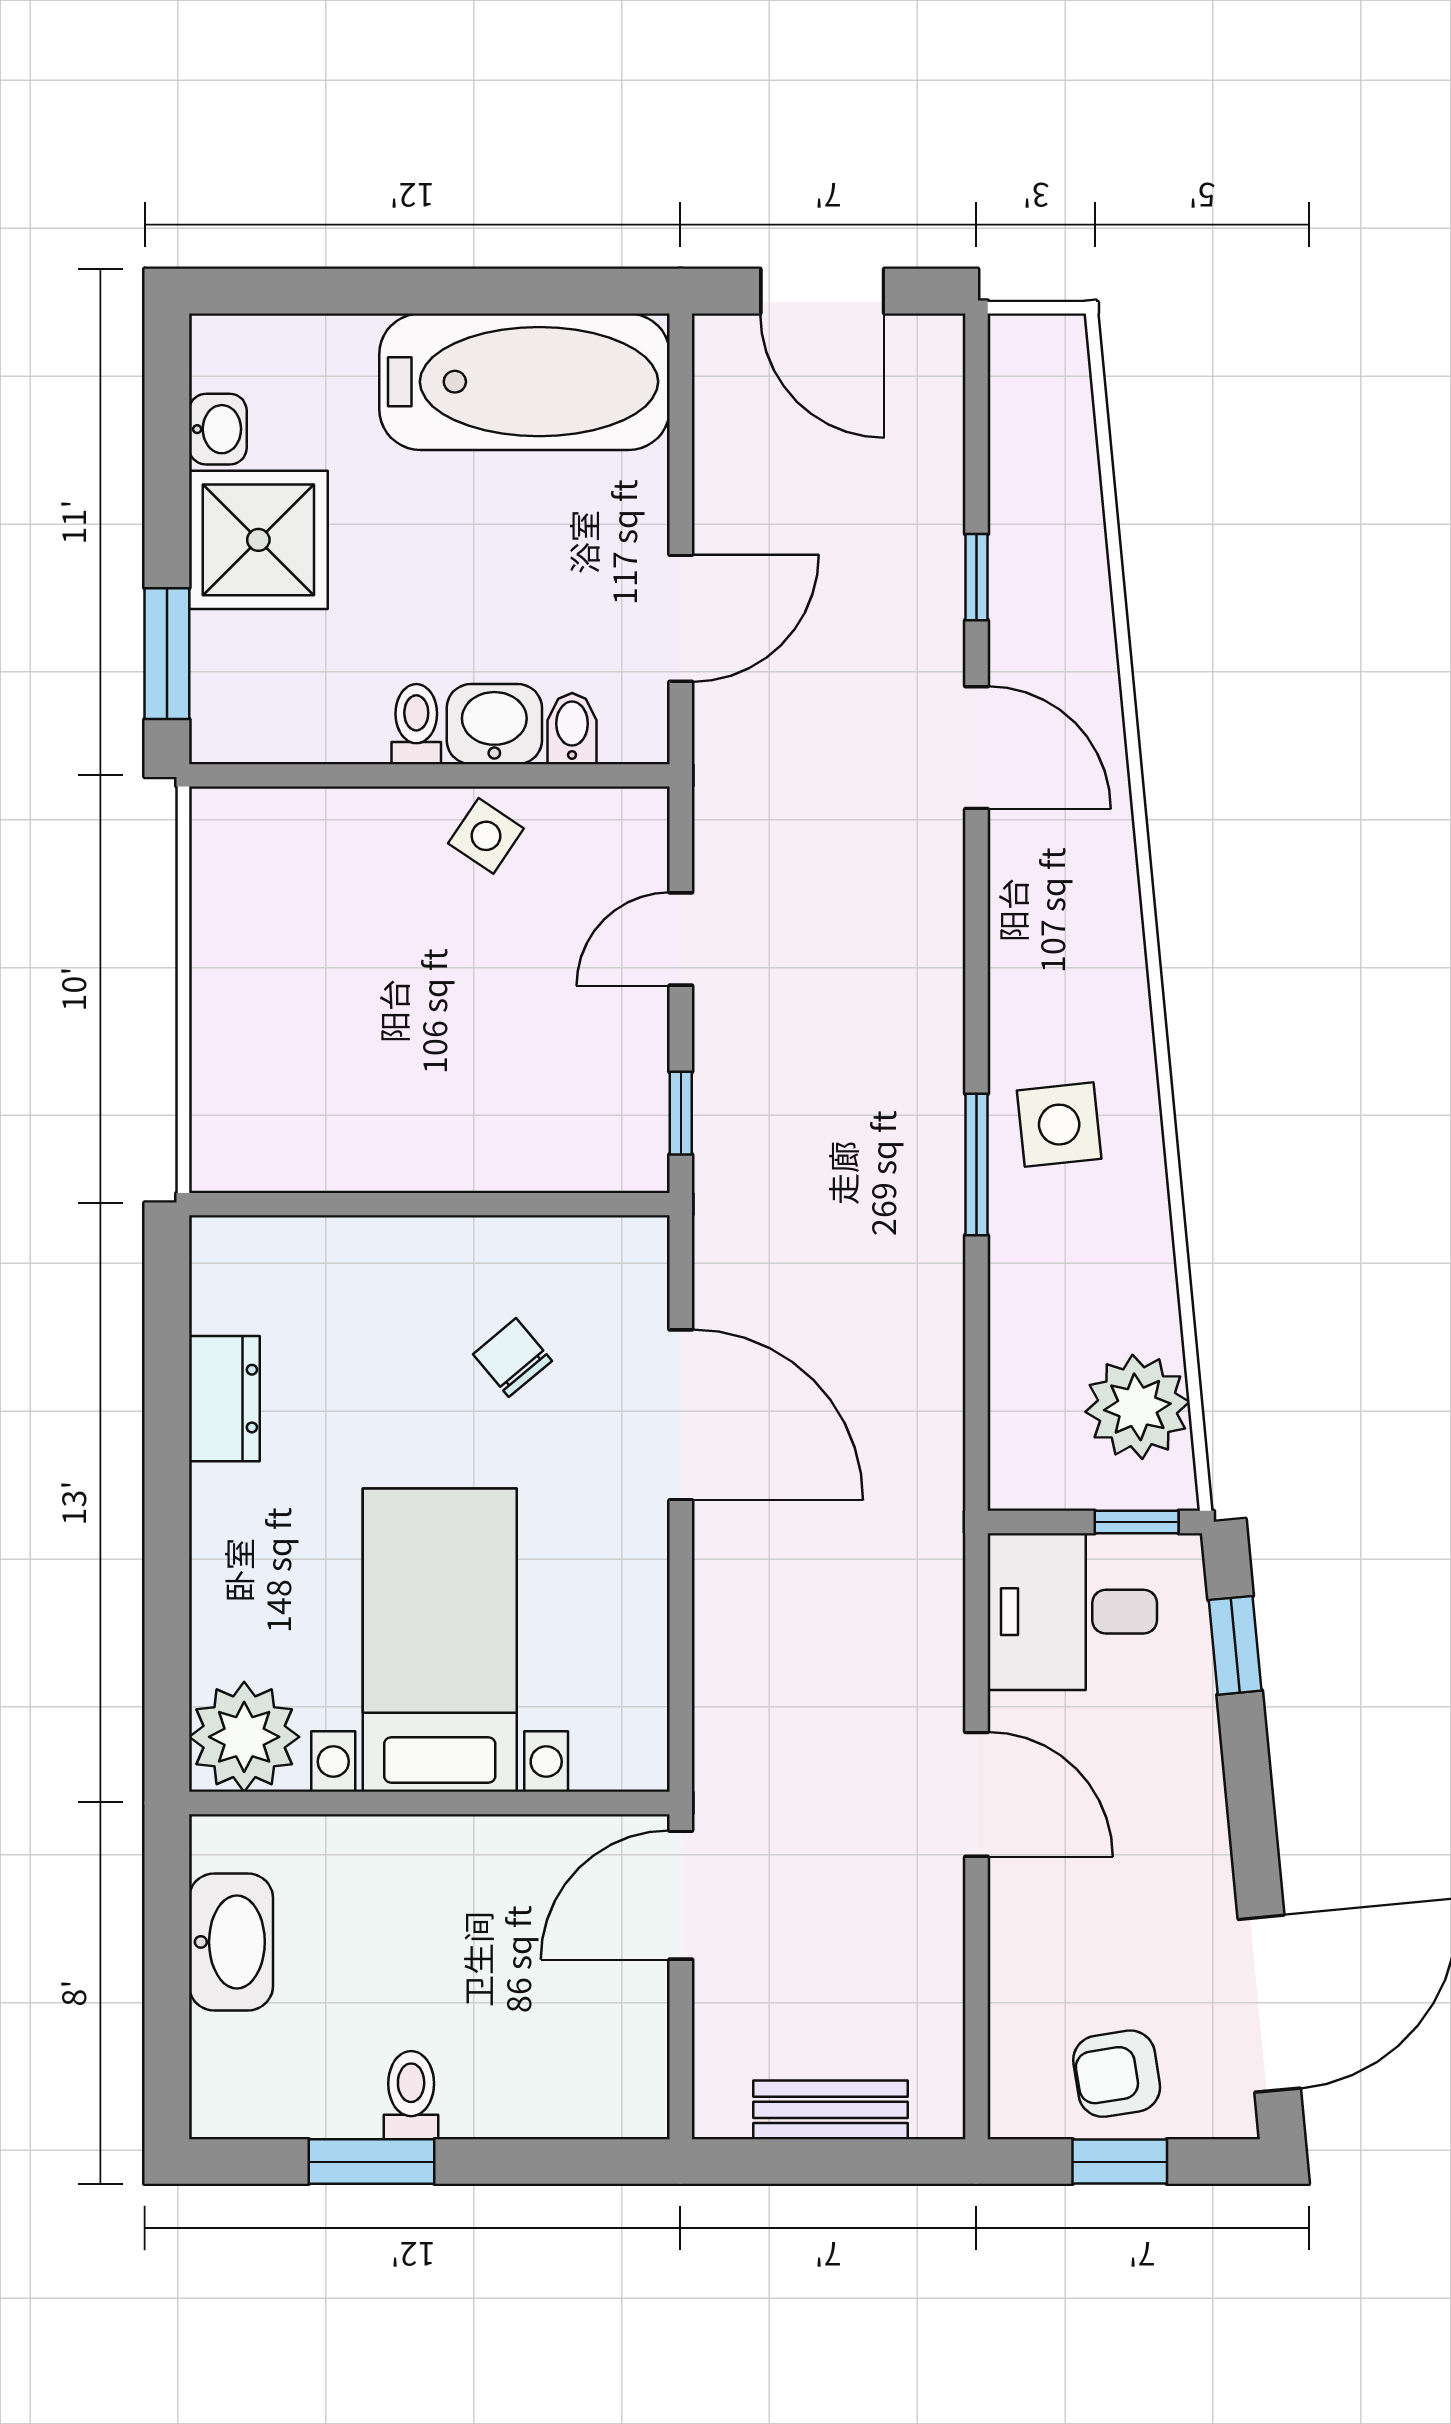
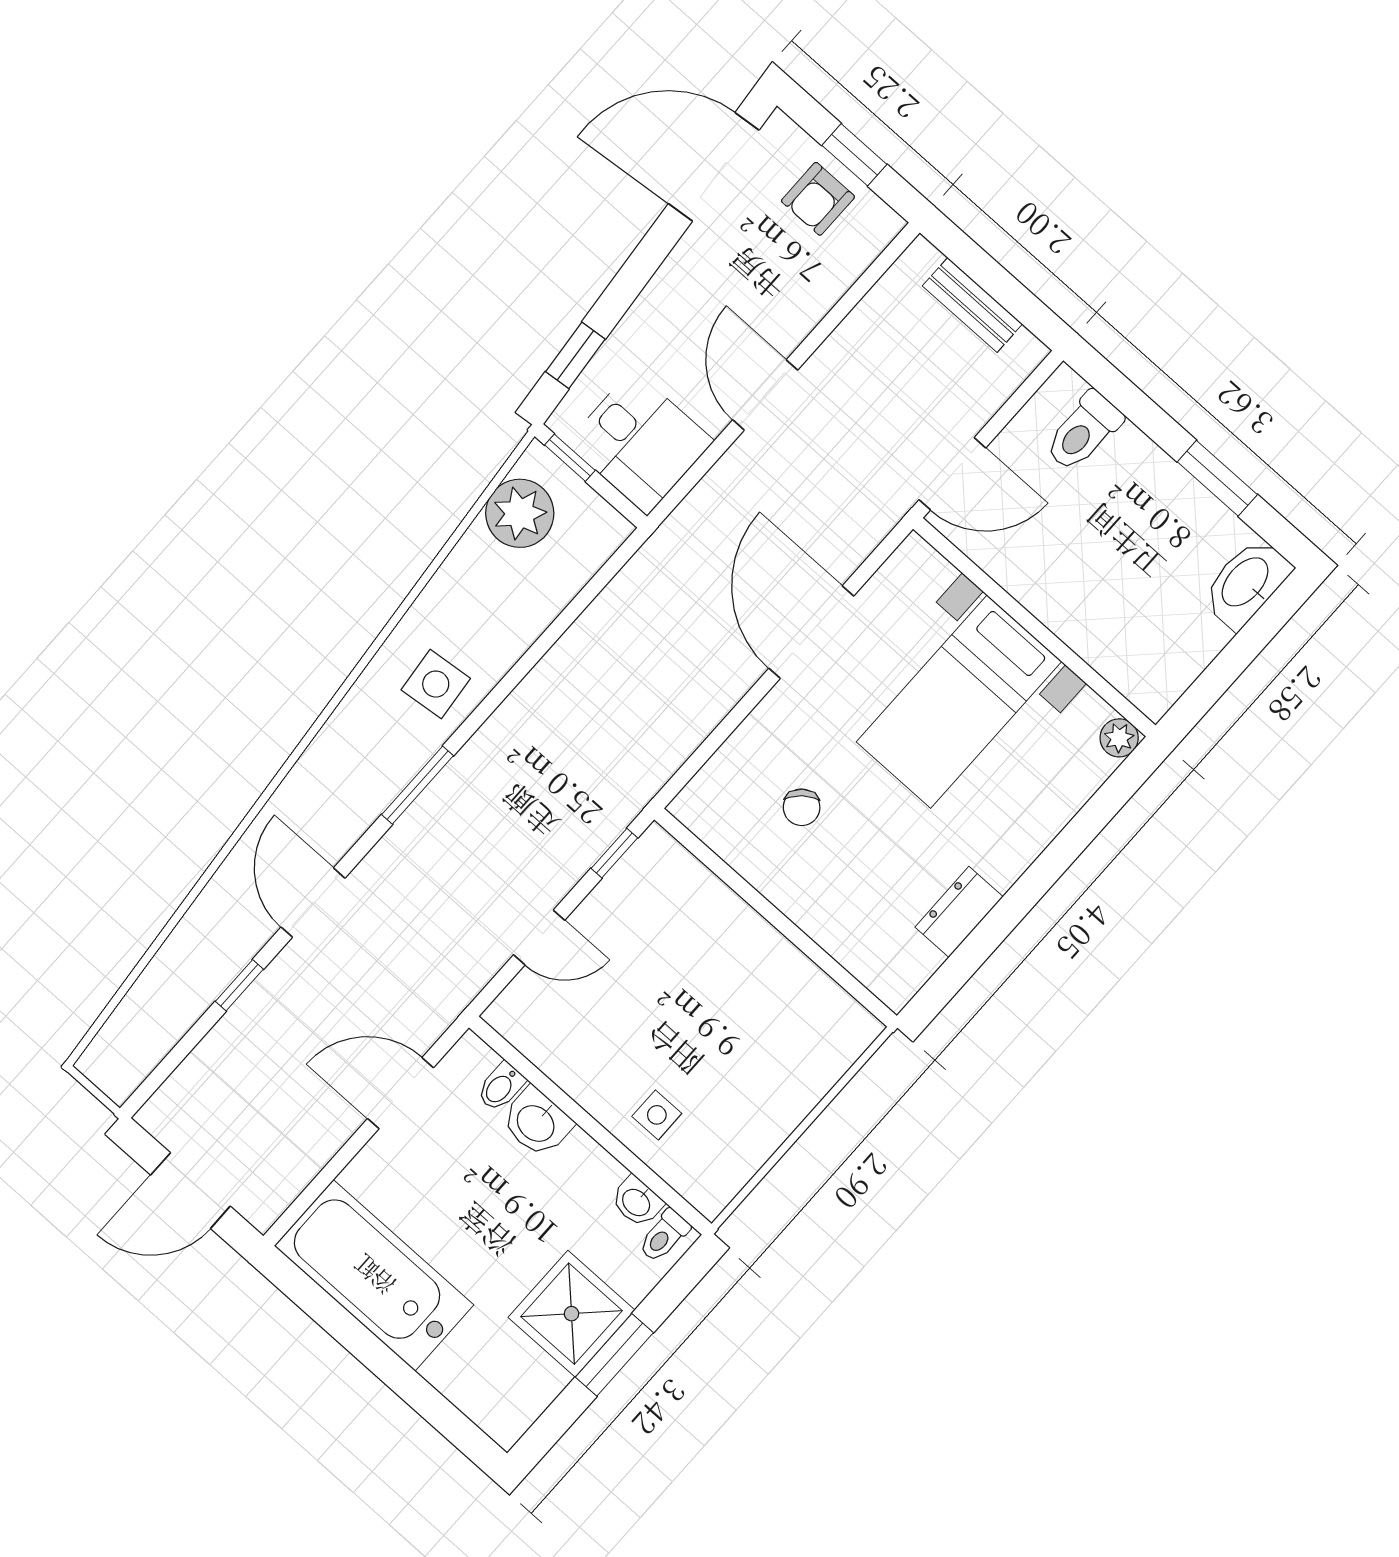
door: (822, 291) -> (190, 1191), swing flipped
washbasin: (218, 429) -> (637, 1202), moved, turned -90
window: (167, 654) -> (614, 1355), moved
toilet: (416, 724) -> (664, 1236), moved
side table: (486, 836) -> (657, 1115), moved, turned -34
window: (976, 1165) -> (418, 785), moved
door: (681, 1415) -> (811, 632), moved
plant: (244, 1737) -> (1119, 738), width x0.53, depth x0.53
washbasin: (231, 1942) -> (1246, 583), moved
armchair: (1117, 2074) -> (818, 199), turned 99
toilet: (411, 2095) -> (1083, 431), moved, width x1.37, depth x1.39

